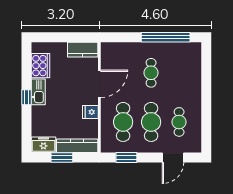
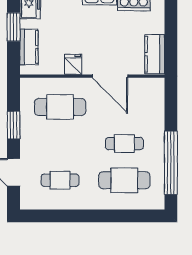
cafe table: (151, 122) -> (124, 180), moved
kitchen counter: (77, 146) -> (29, 47), width x0.67
window: (126, 158) -> (14, 125), moved

